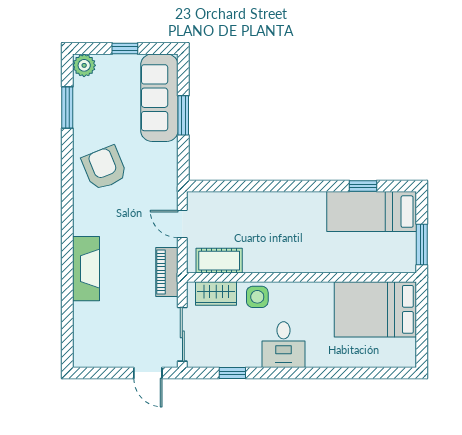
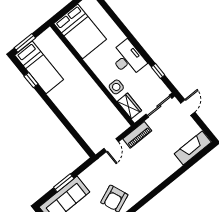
window: (422, 244) -> (25, 43), moved
cot: (219, 261) -> (114, 116), removed
fireplace: (86, 269) -> (193, 148), moved
desk: (284, 345) -> (128, 59), width x1.37

